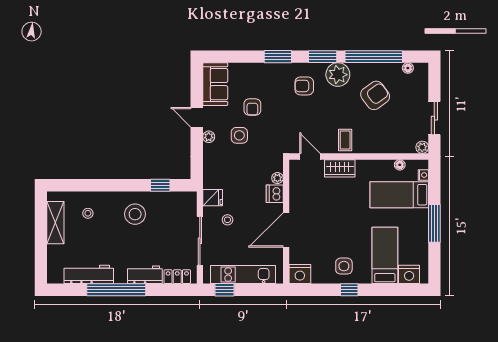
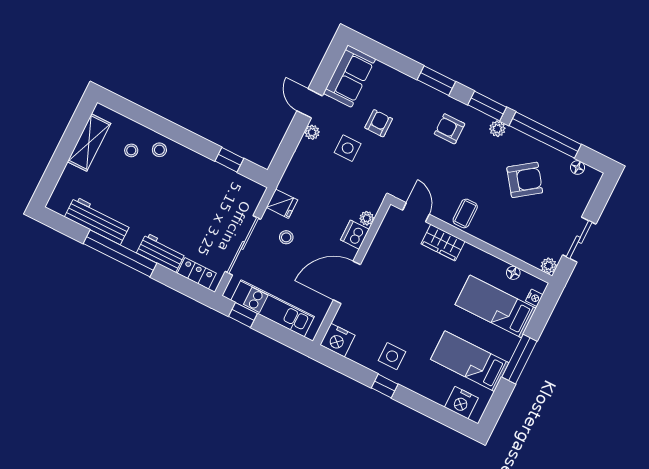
plant: (338, 75) -> (497, 129), width x0.53, depth x0.53
armchair: (252, 107) -> (379, 123), turned 180
stool: (135, 214) -> (159, 150), moved, width x0.53, depth x0.53
bed: (385, 255) -> (470, 361), moved, turned -90

